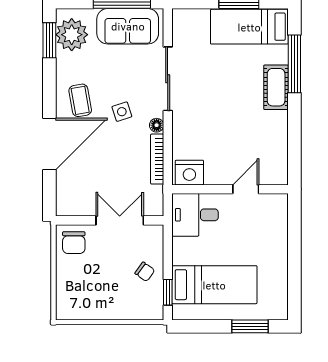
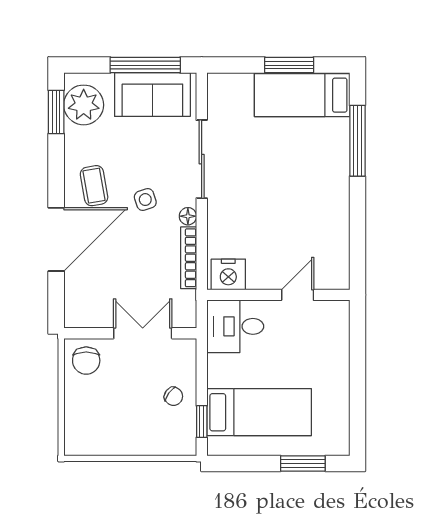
cot: (276, 87) -> (335, 170), removed

